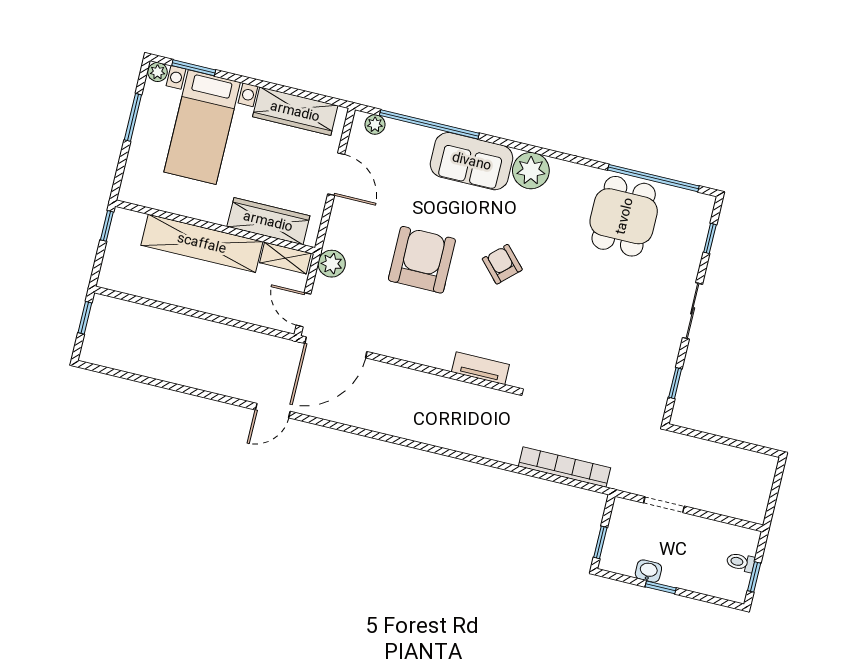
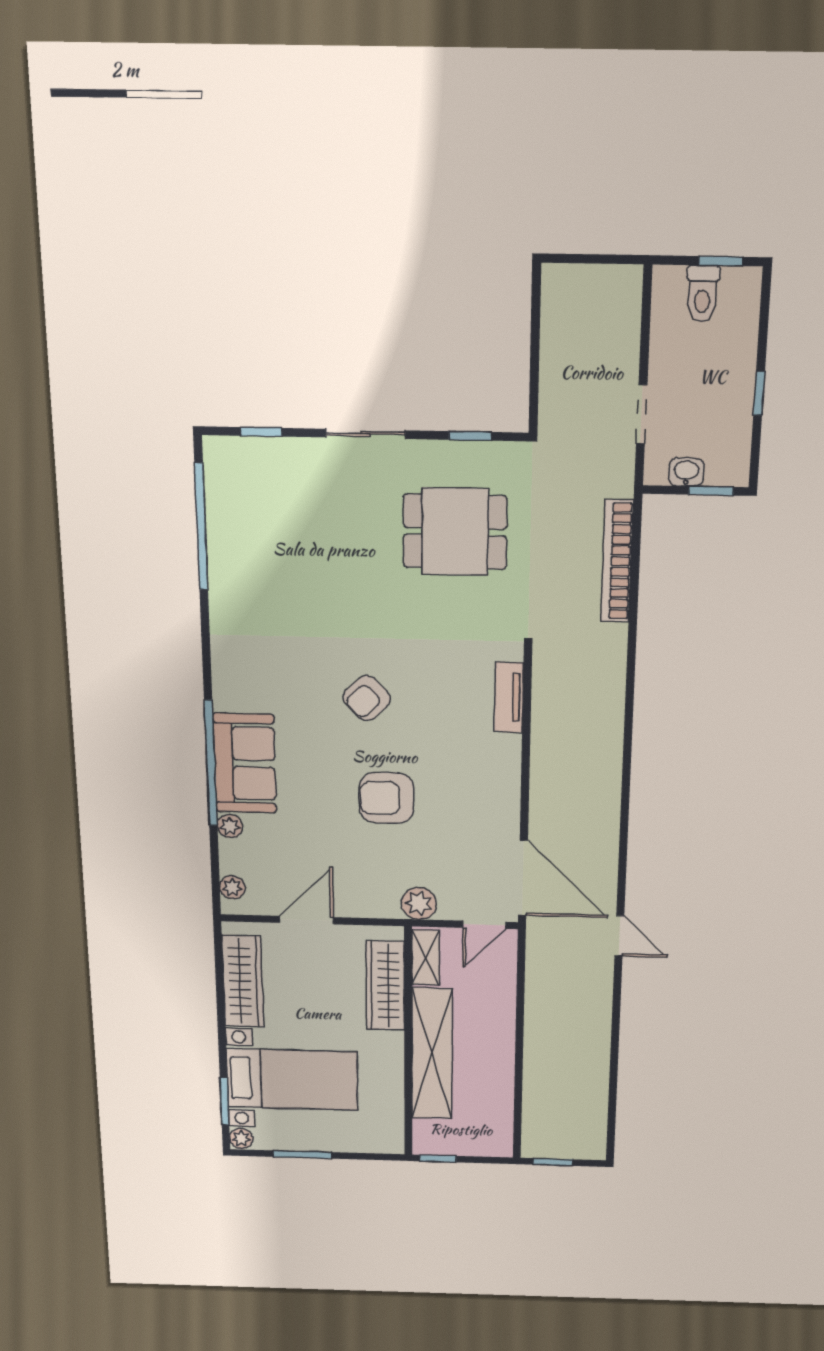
window: (429, 124) -> (211, 763), moved
plant: (531, 171) -> (230, 826), moved, width x0.53, depth x0.53
dining table: (624, 216) -> (455, 532), moved
armchair: (422, 260) -> (386, 798), width x0.73, depth x0.73
toilet: (741, 562) -> (703, 294), width x1.37, depth x1.39
washbasin: (648, 571) -> (686, 472), moved, turned 90

